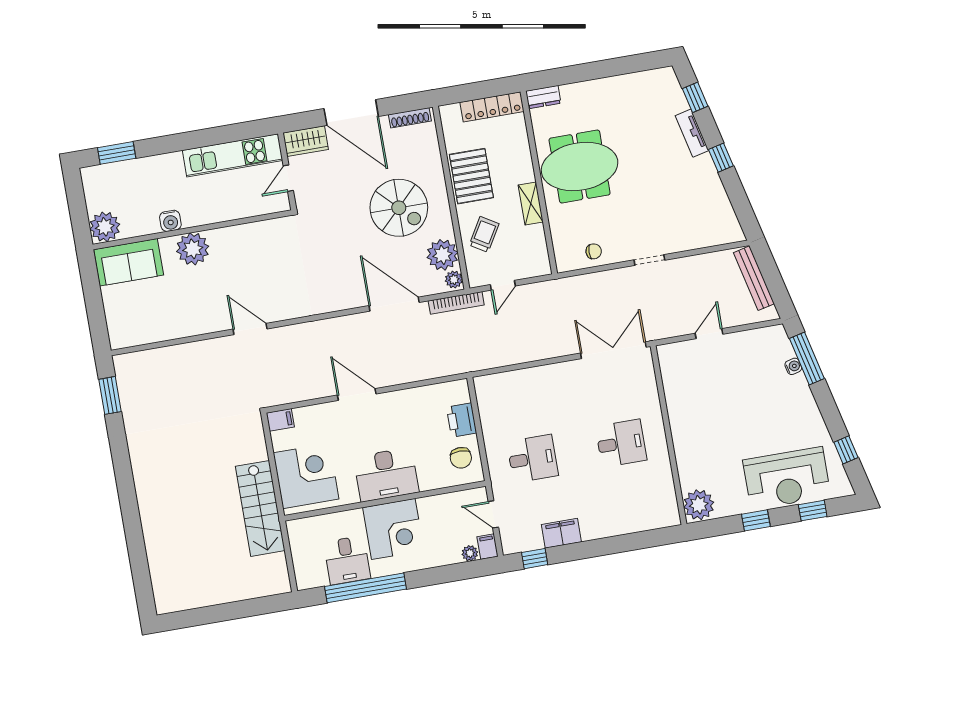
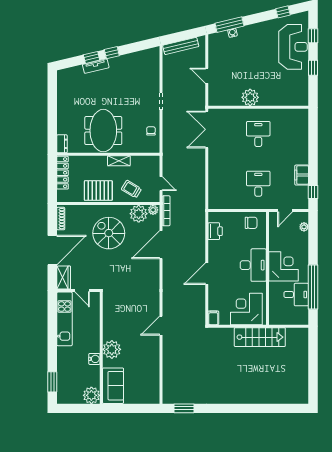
window: (695, 97) -> (92, 57), moved
spiral stairs: (399, 208) -> (109, 233), turned -90
printer: (462, 420) -> (215, 231), moved, turned -90
plant: (699, 505) -> (250, 97), moved
filing cabinet: (487, 547) -> (302, 217), removed

